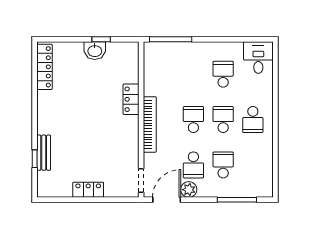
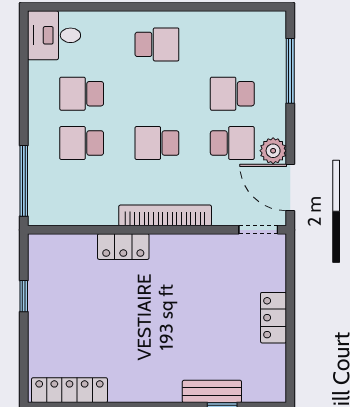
washbasin: (95, 51) -> (42, 307), removed
school desk: (223, 120) -> (82, 143), moved

